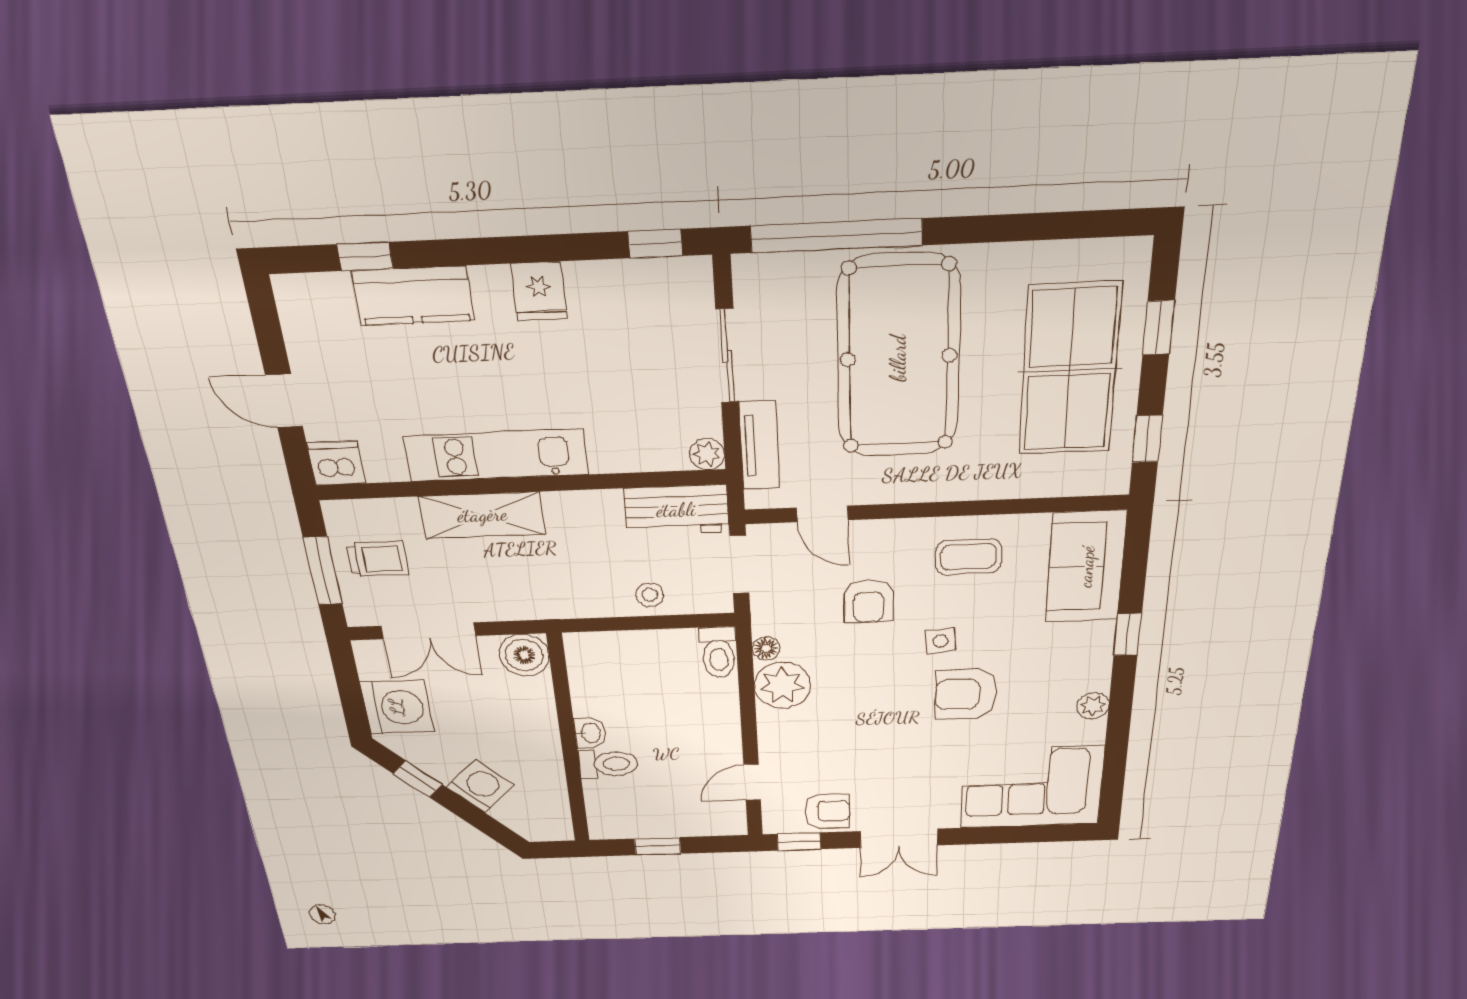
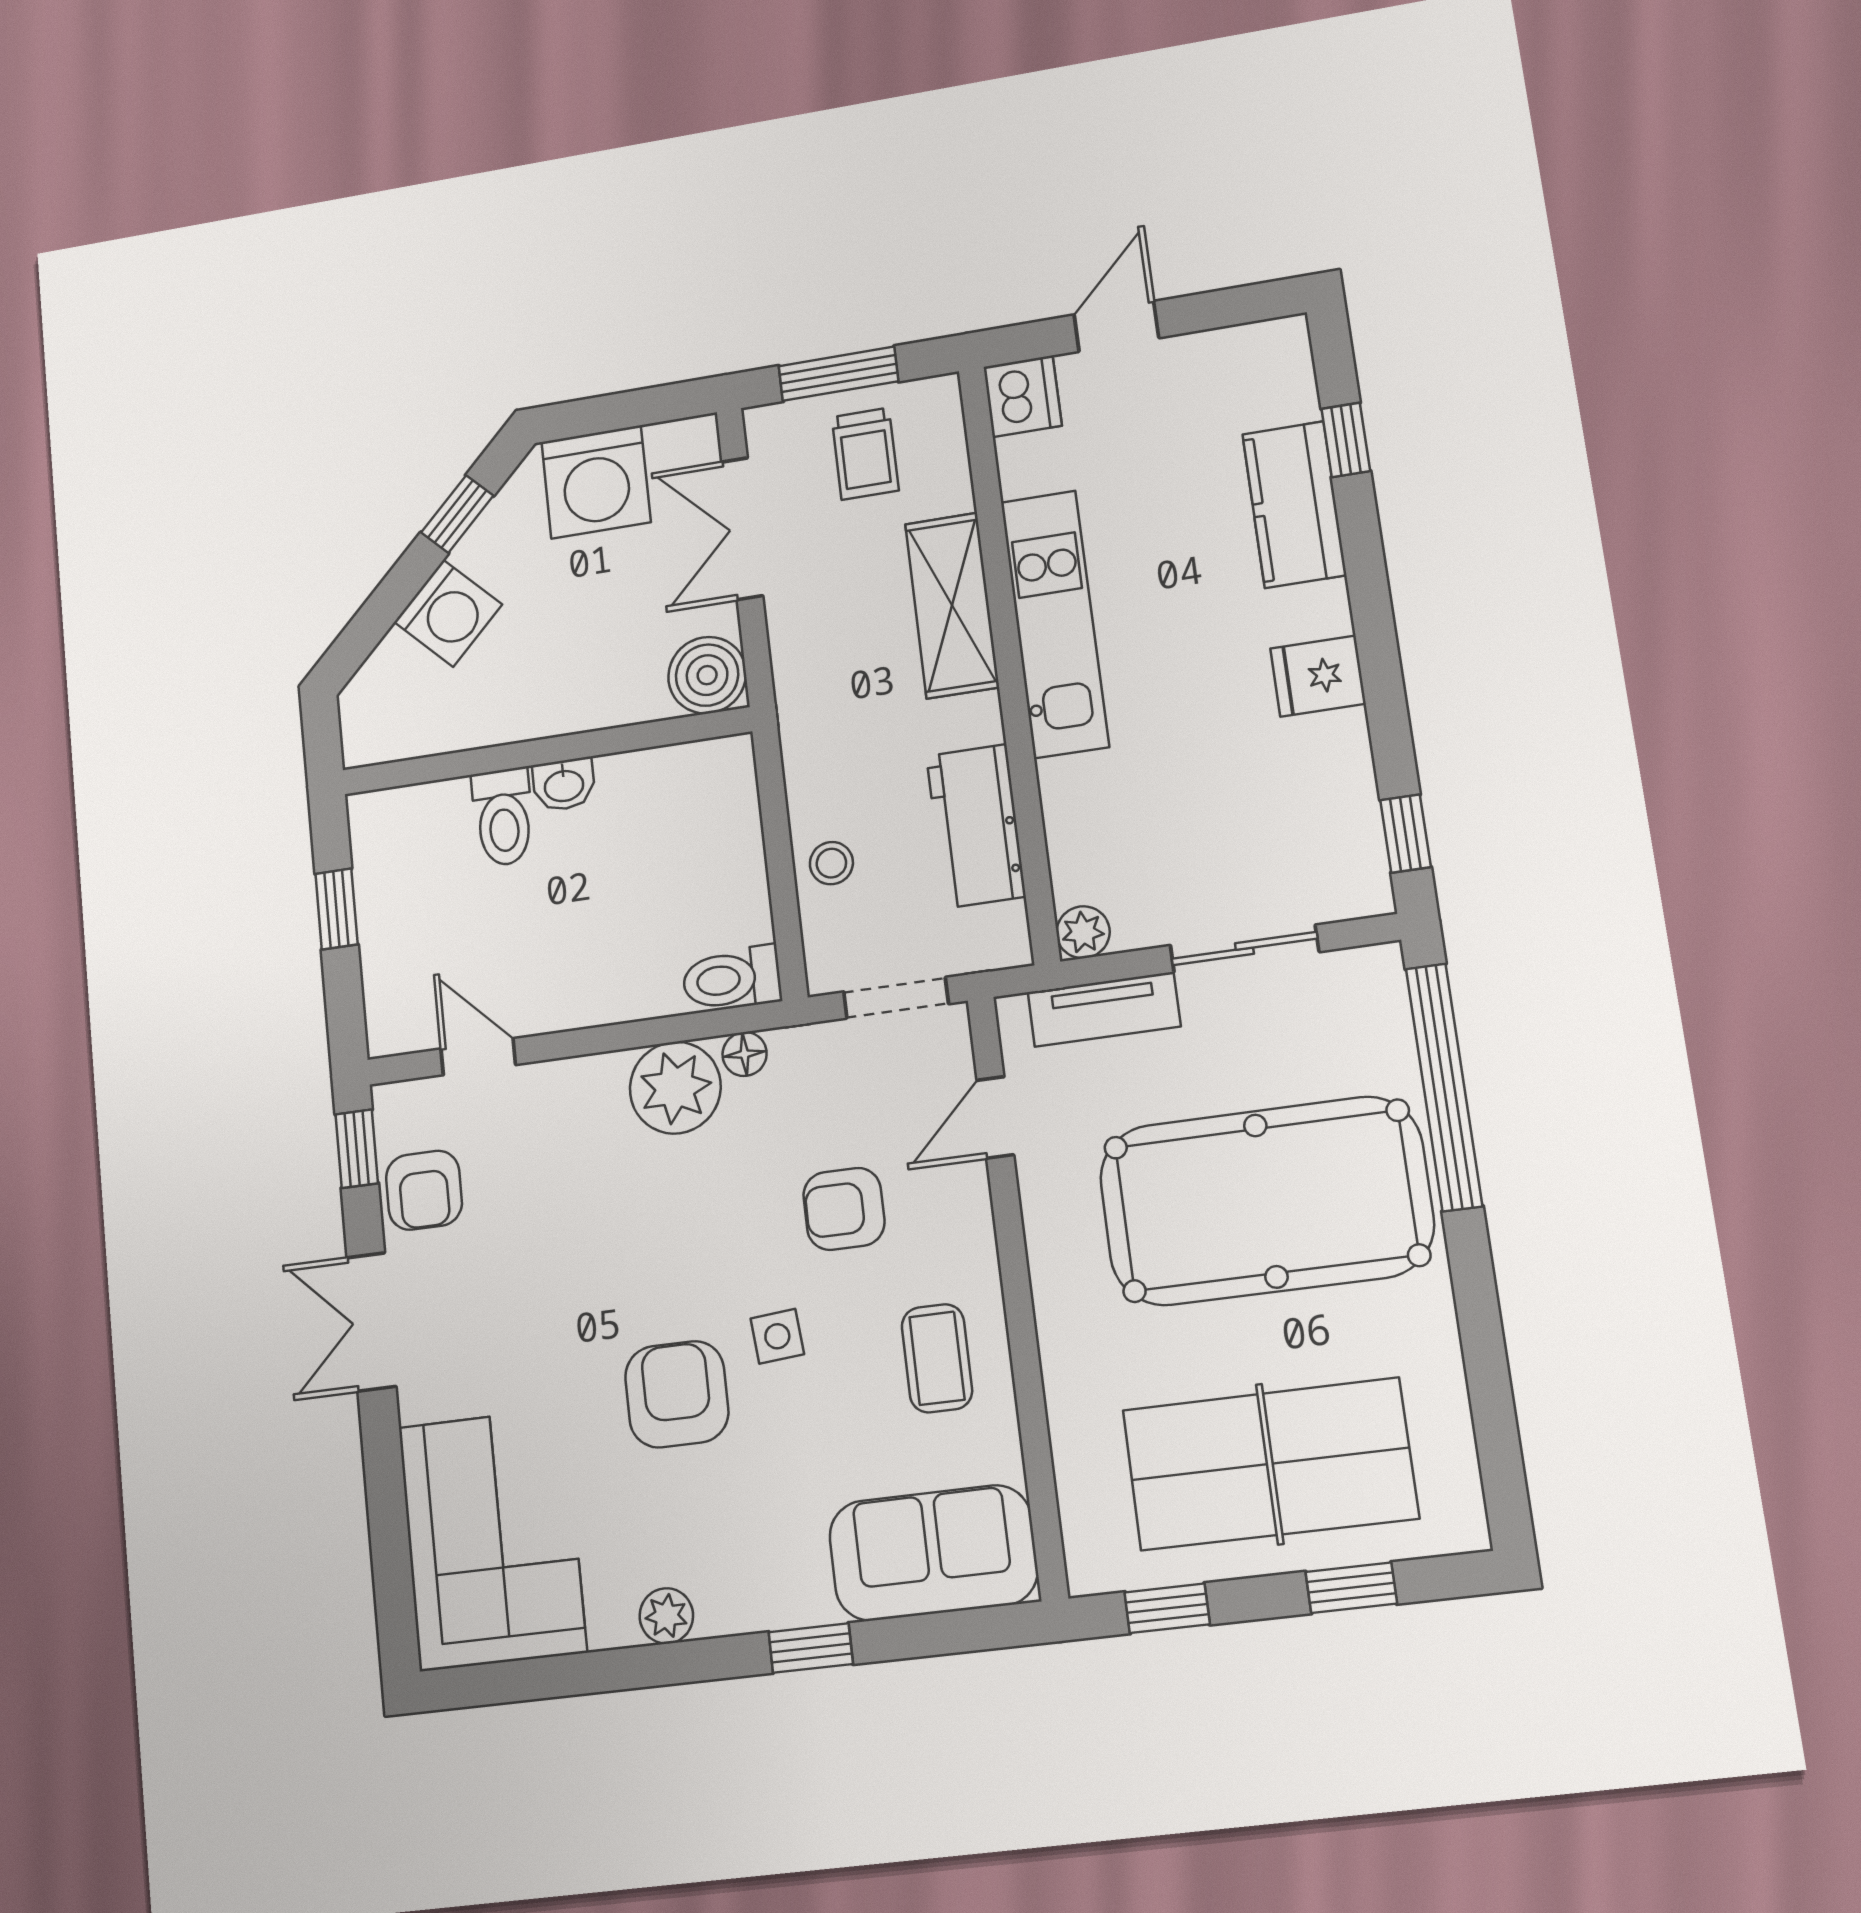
workbench: (676, 510) -> (976, 826), moved

